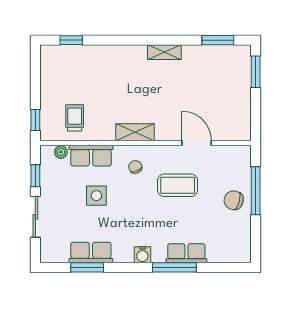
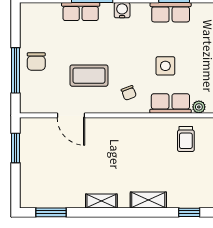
window: (256, 72) -> (16, 148), moved
shelving: (135, 132) -> (148, 200), moved
chair: (234, 200) -> (36, 61), turned 74

